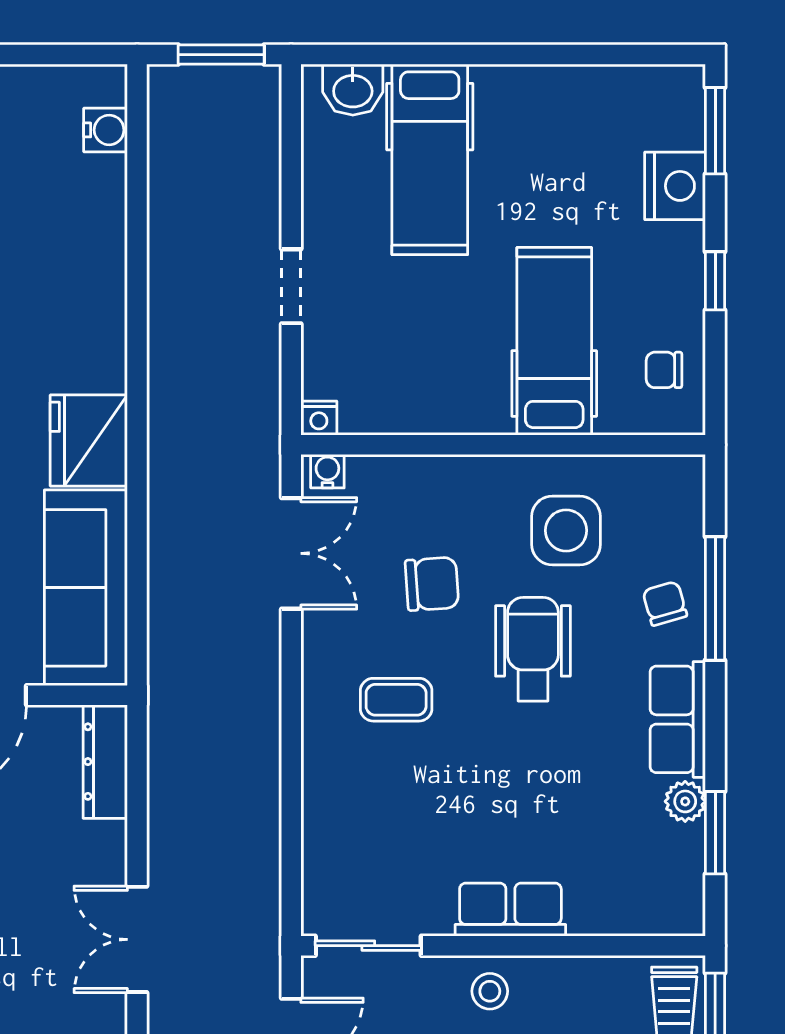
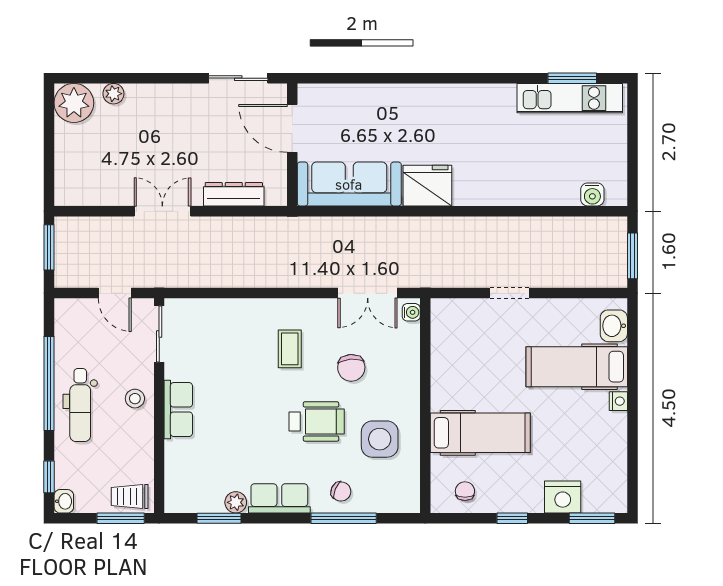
nightstand: (319, 418) -> (618, 401), moved, turned 180
chair: (665, 603) -> (341, 491), turned 39
dresser: (105, 762) -> (234, 194), moved

